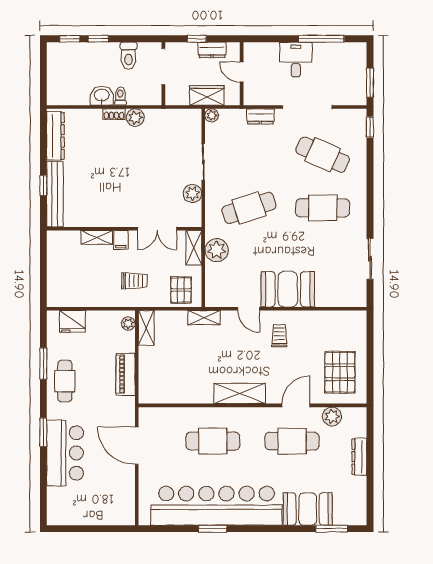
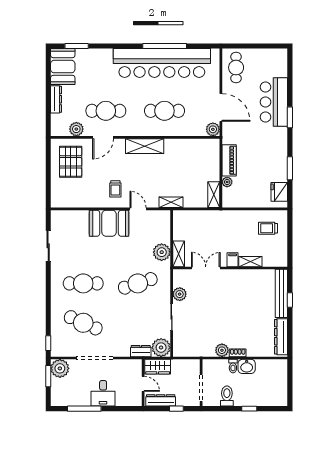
window: (70, 39) -> (270, 409), removed
dresser: (212, 50) -> (161, 400), width x1.44
plant: (354, 93) -> (60, 368), added
wardrobe: (207, 95) -> (158, 367), moved
plant: (212, 115) -> (161, 348), width x1.87, depth x1.87
dresser: (260, 116) -> (141, 351), moved
trolley: (134, 281) -> (268, 228), moved
pallet: (181, 290) -> (188, 223), removed
fridge: (72, 321) -> (279, 192), moved, turned -90
plant: (128, 323) -> (227, 182), moved
cafe table: (65, 381) -> (236, 68), moved
plant: (147, 416) -> (213, 129), added
booth: (308, 509) -> (63, 67), moved, turned 90
window: (213, 529) -> (165, 46), width x2.11

